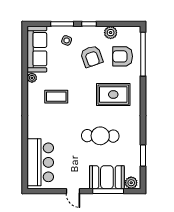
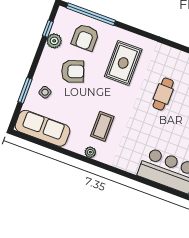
window: (89, 24) -> (48, 29), moved
plant: (32, 78) -> (90, 152), moved
cafe table: (100, 136) -> (163, 94), width x0.73, depth x0.74

